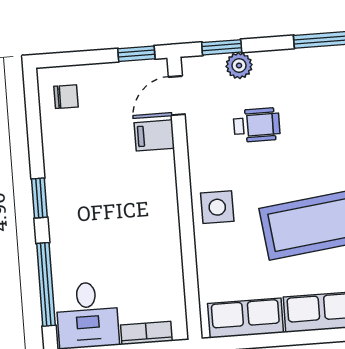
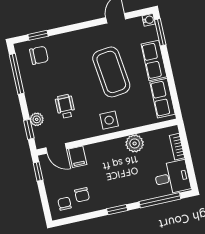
chair: (78, 133) -> (82, 195), added
plant: (164, 251) -> (135, 143), added

